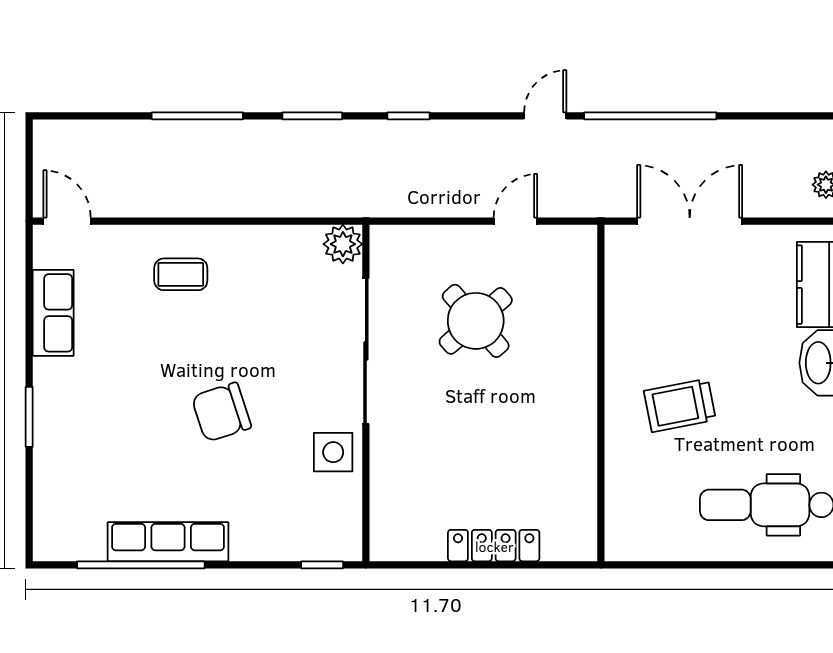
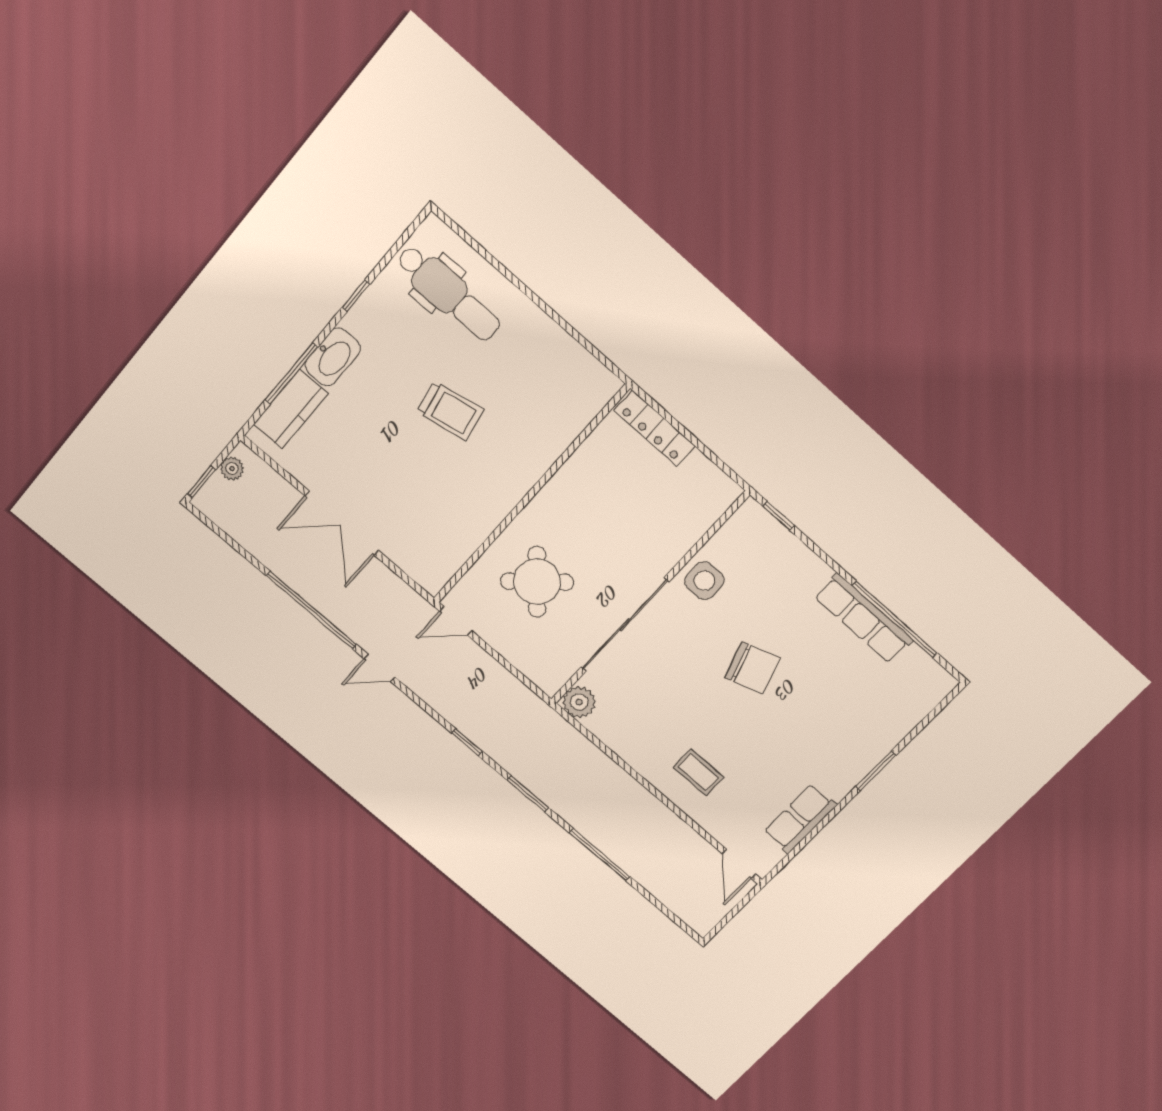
wall: (601, 393) -> (530, 495), moved

